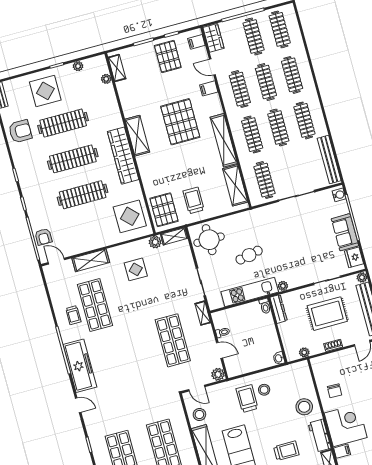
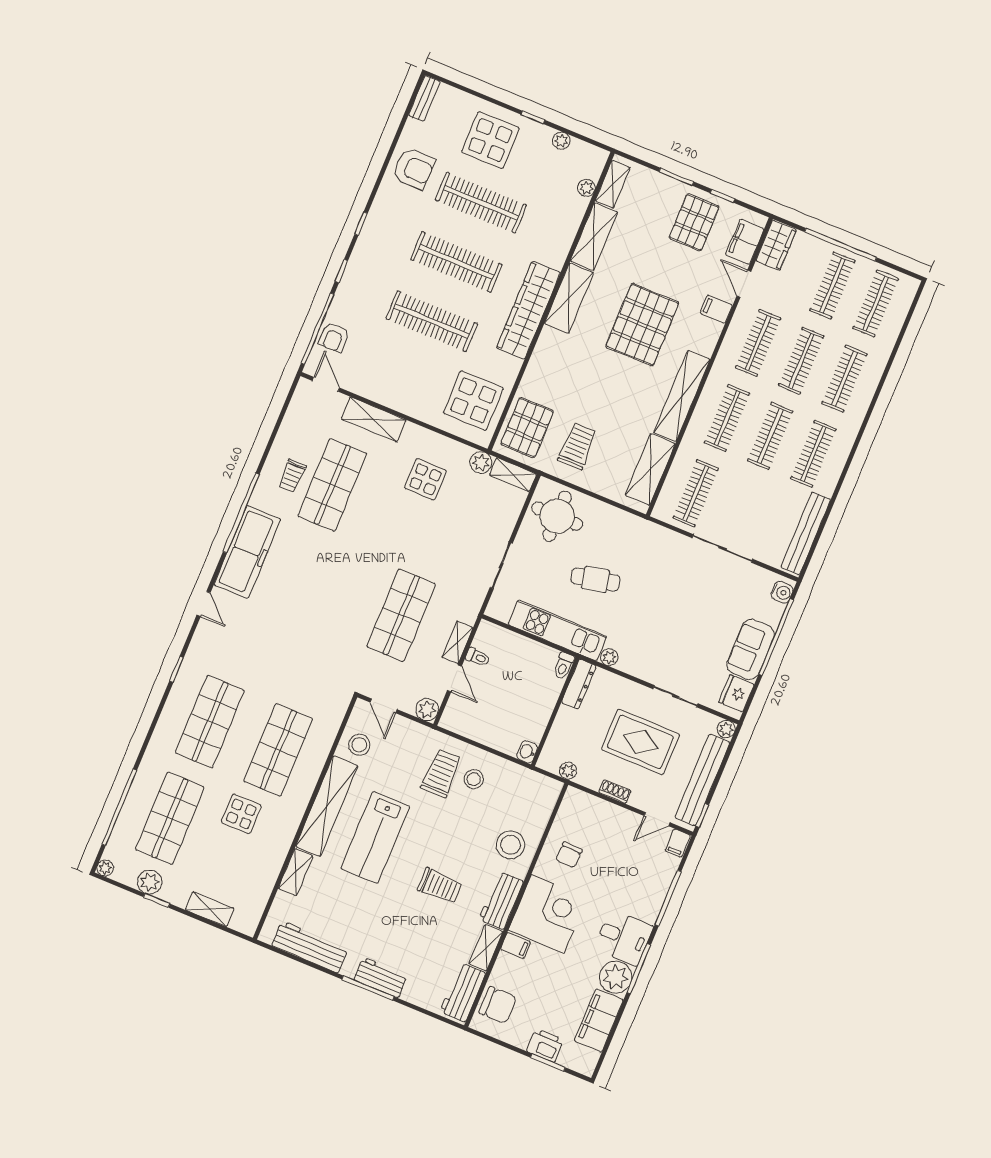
filing cabinet: (196, 42) -> (745, 242), width x2.00
shelving: (127, 99) -> (594, 237), added
shelving: (203, 313) -> (457, 642), moved

